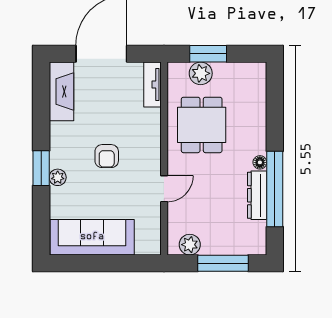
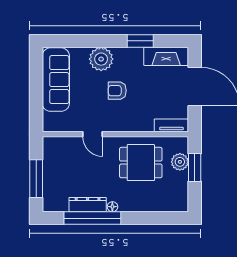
window: (41, 168) -> (140, 41), moved
plant: (58, 177) -> (101, 59), width x1.87, depth x1.87
plant: (190, 245) -> (50, 154), removed

